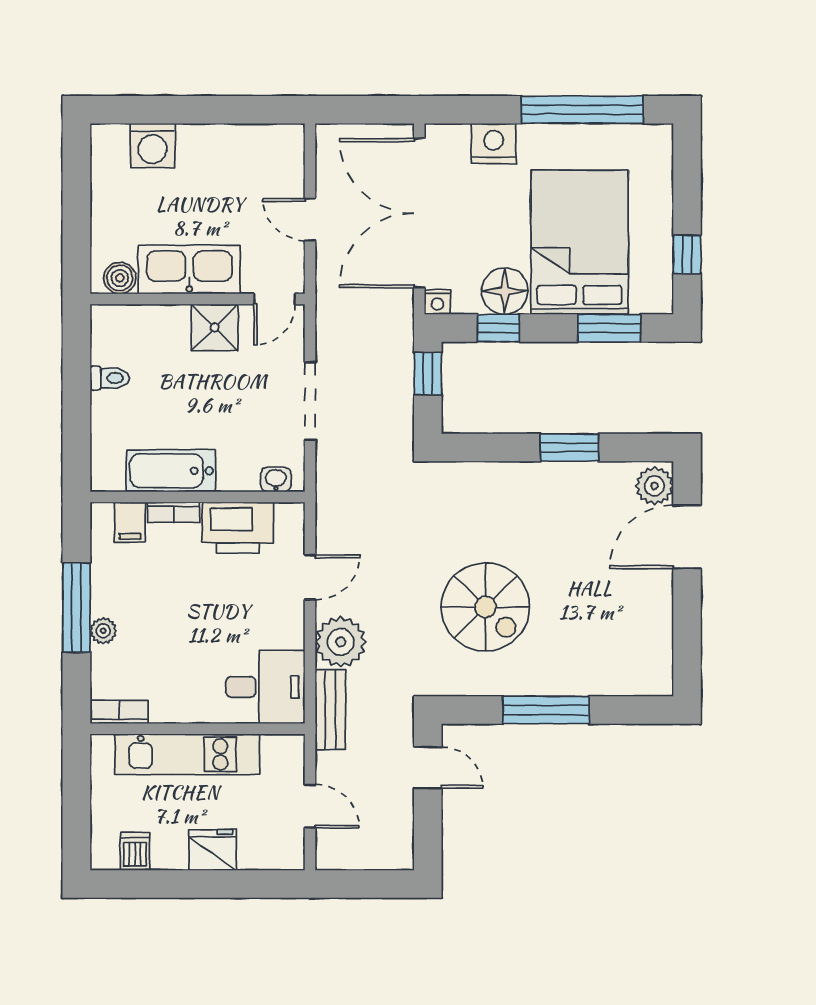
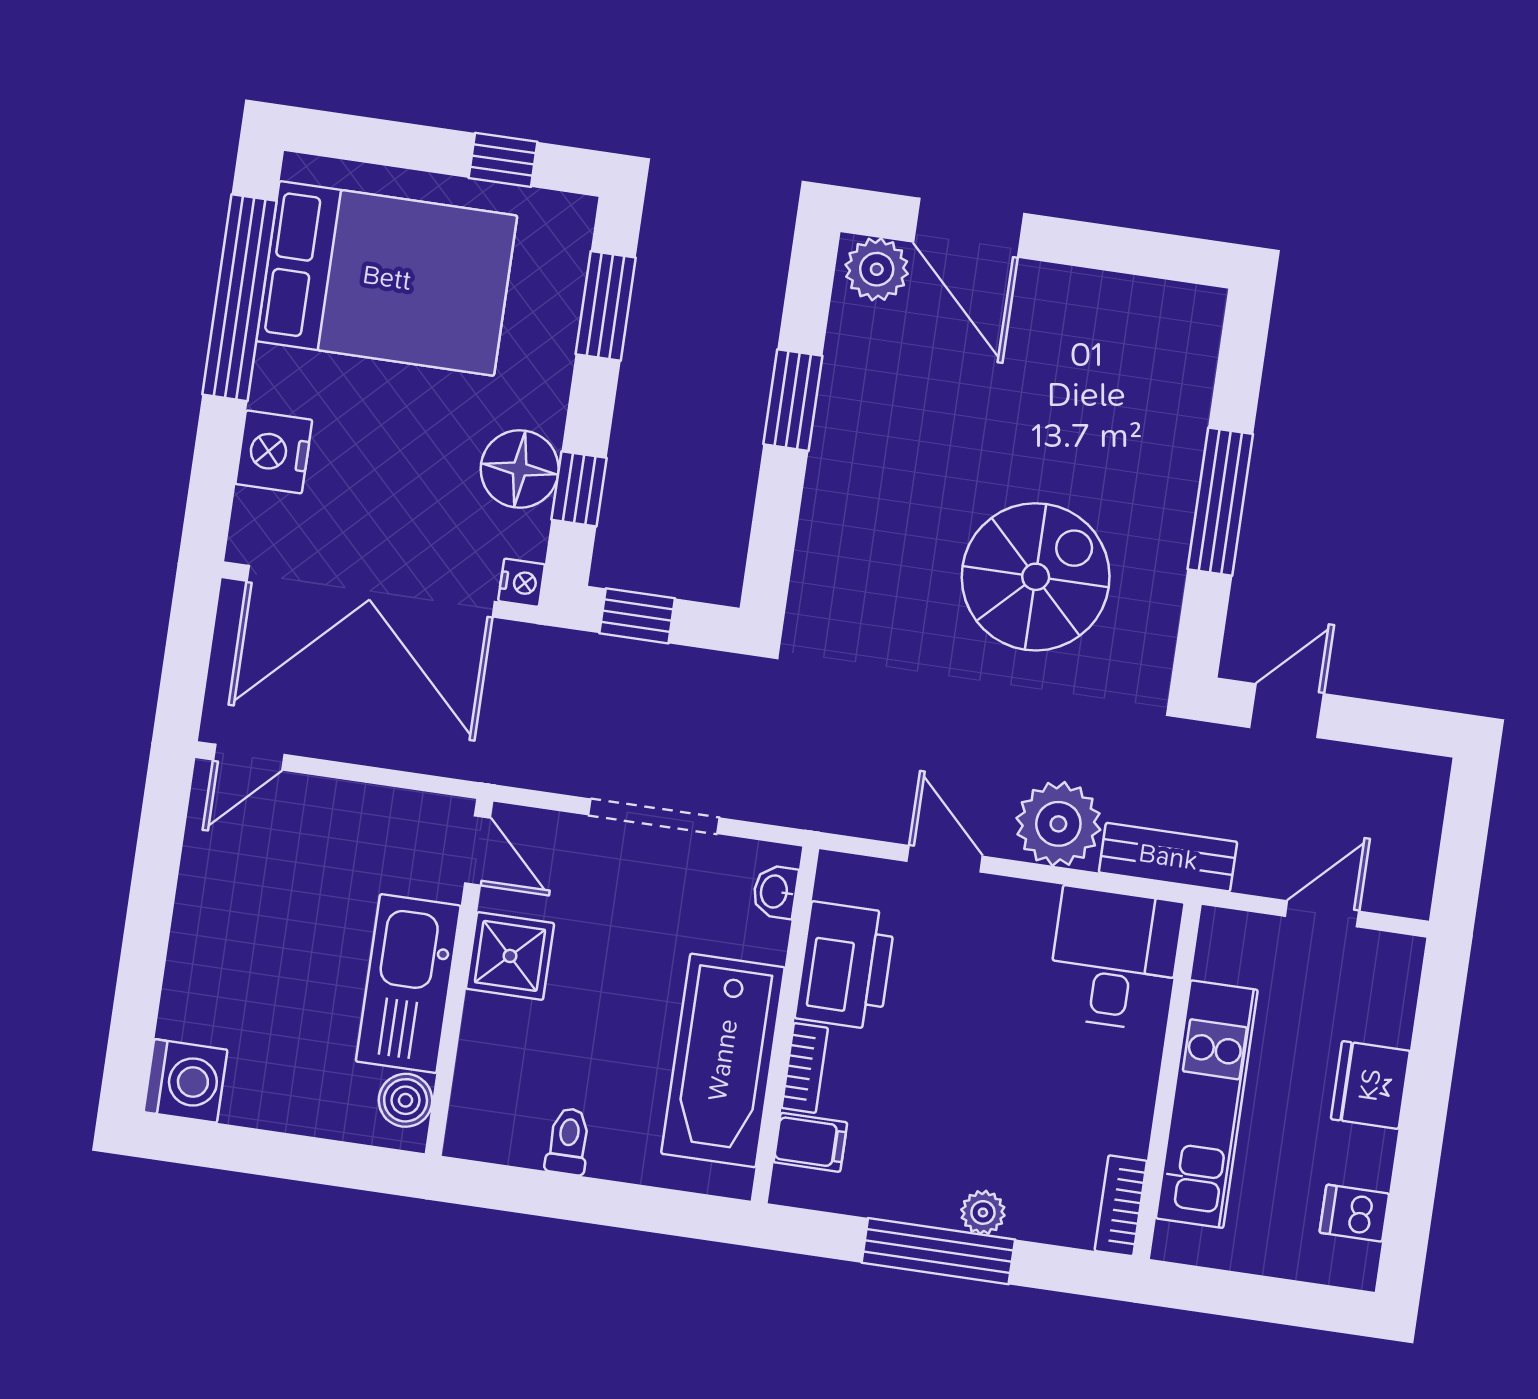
washing machine: (152, 146) -> (186, 1081), moved
door: (310, 220) -> (249, 757), moved
bed: (580, 242) -> (387, 278), moved, turned 180
bathtub: (171, 471) -> (723, 1060), width x1.36, depth x1.36

